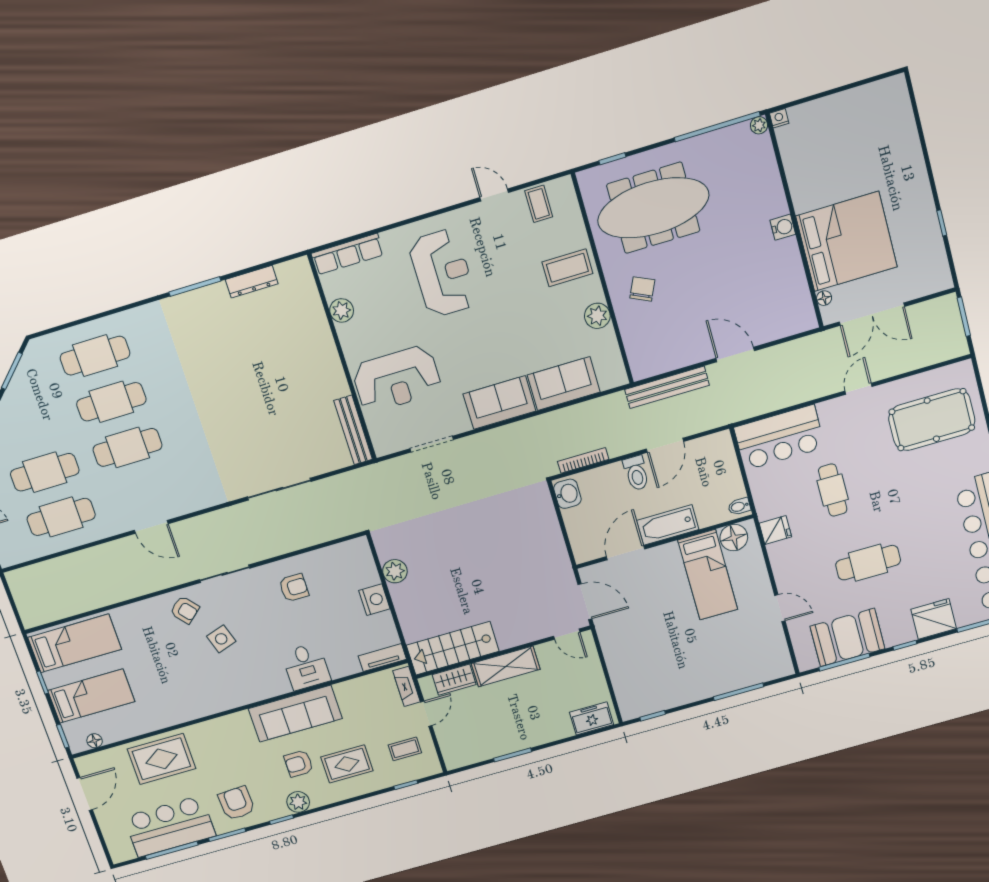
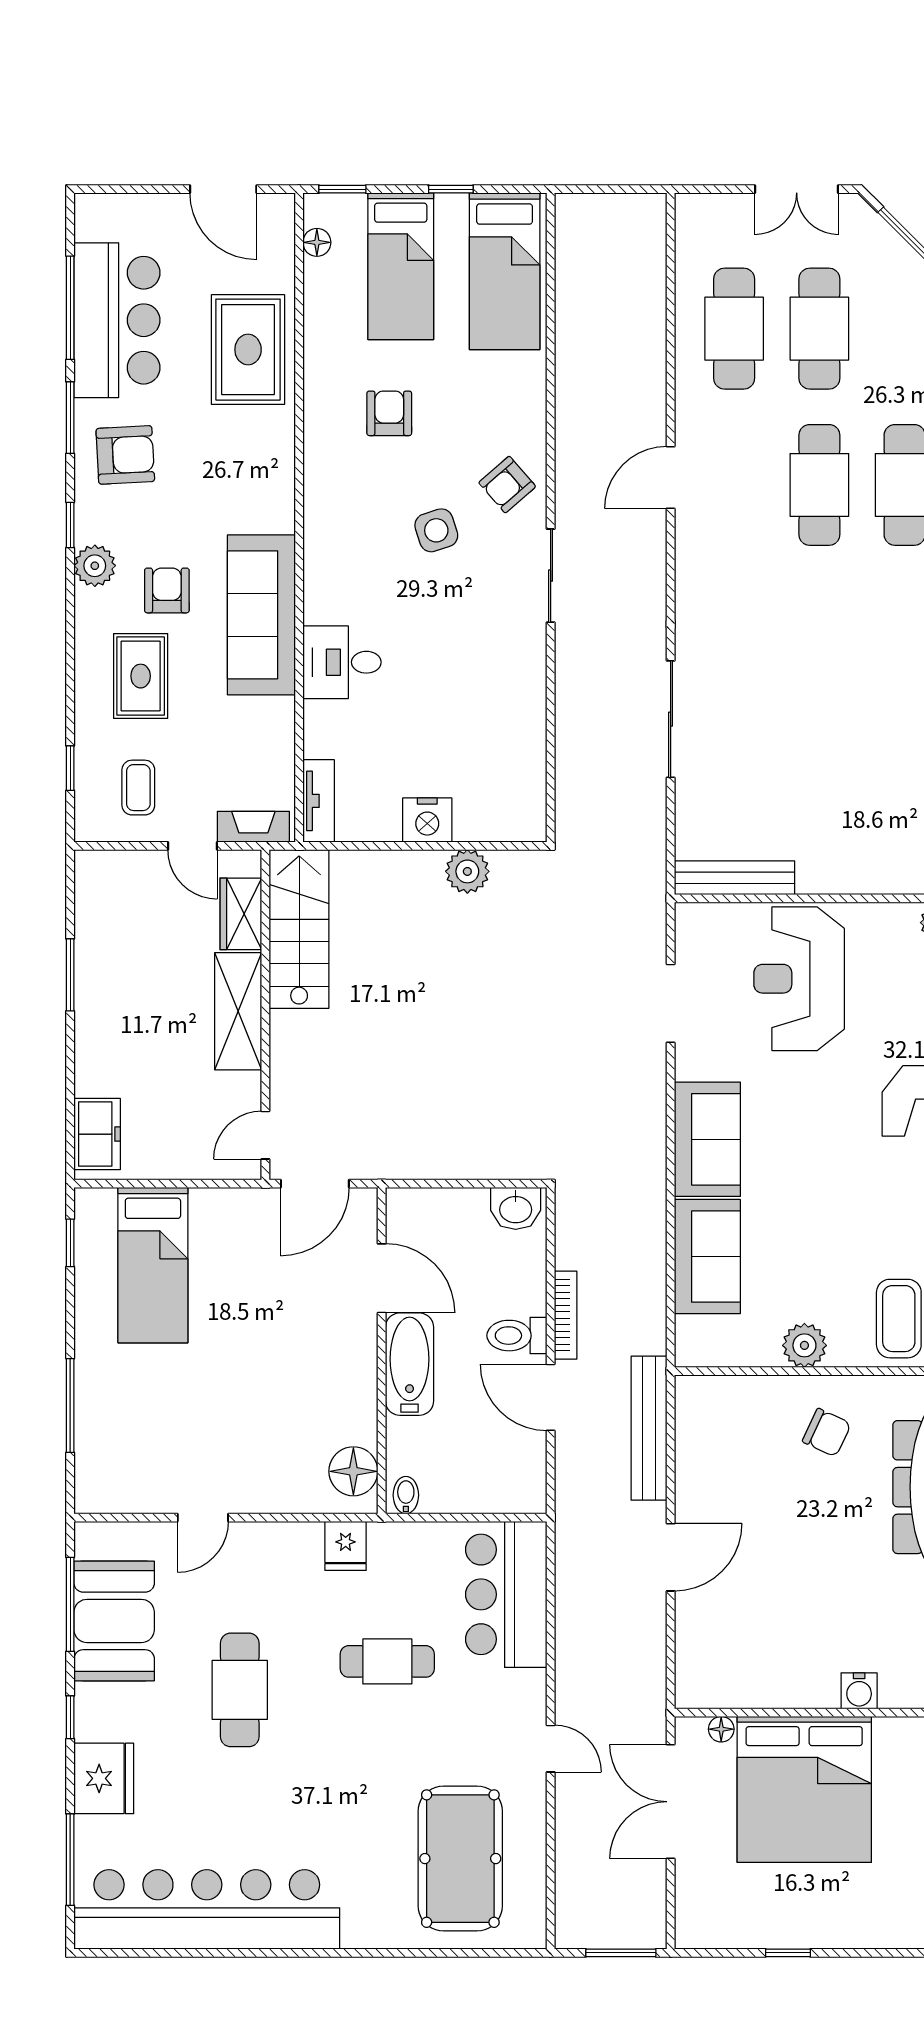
bookcase: (583, 460) -> (566, 1315), moved
bed: (708, 575) -> (153, 1265), moved, turned -90
armchair: (294, 588) -> (389, 413), moved, turned 180

